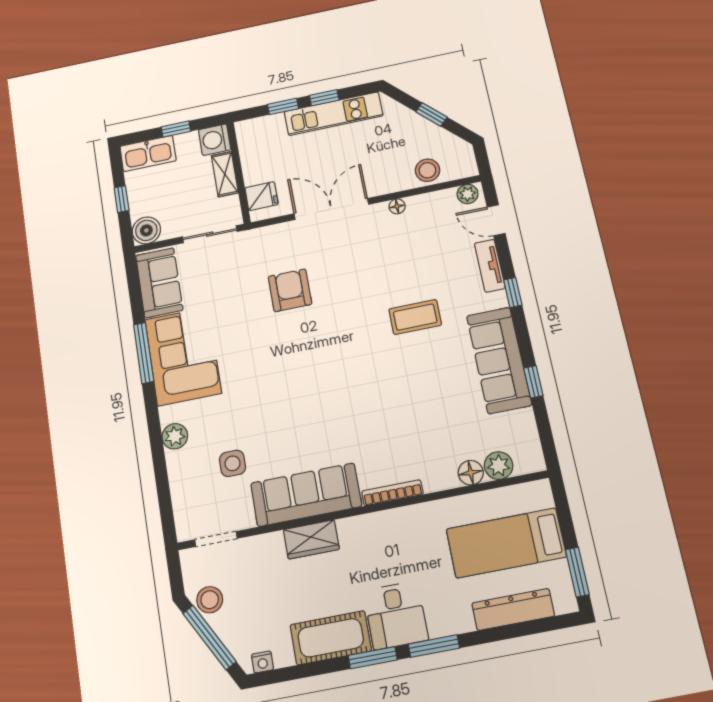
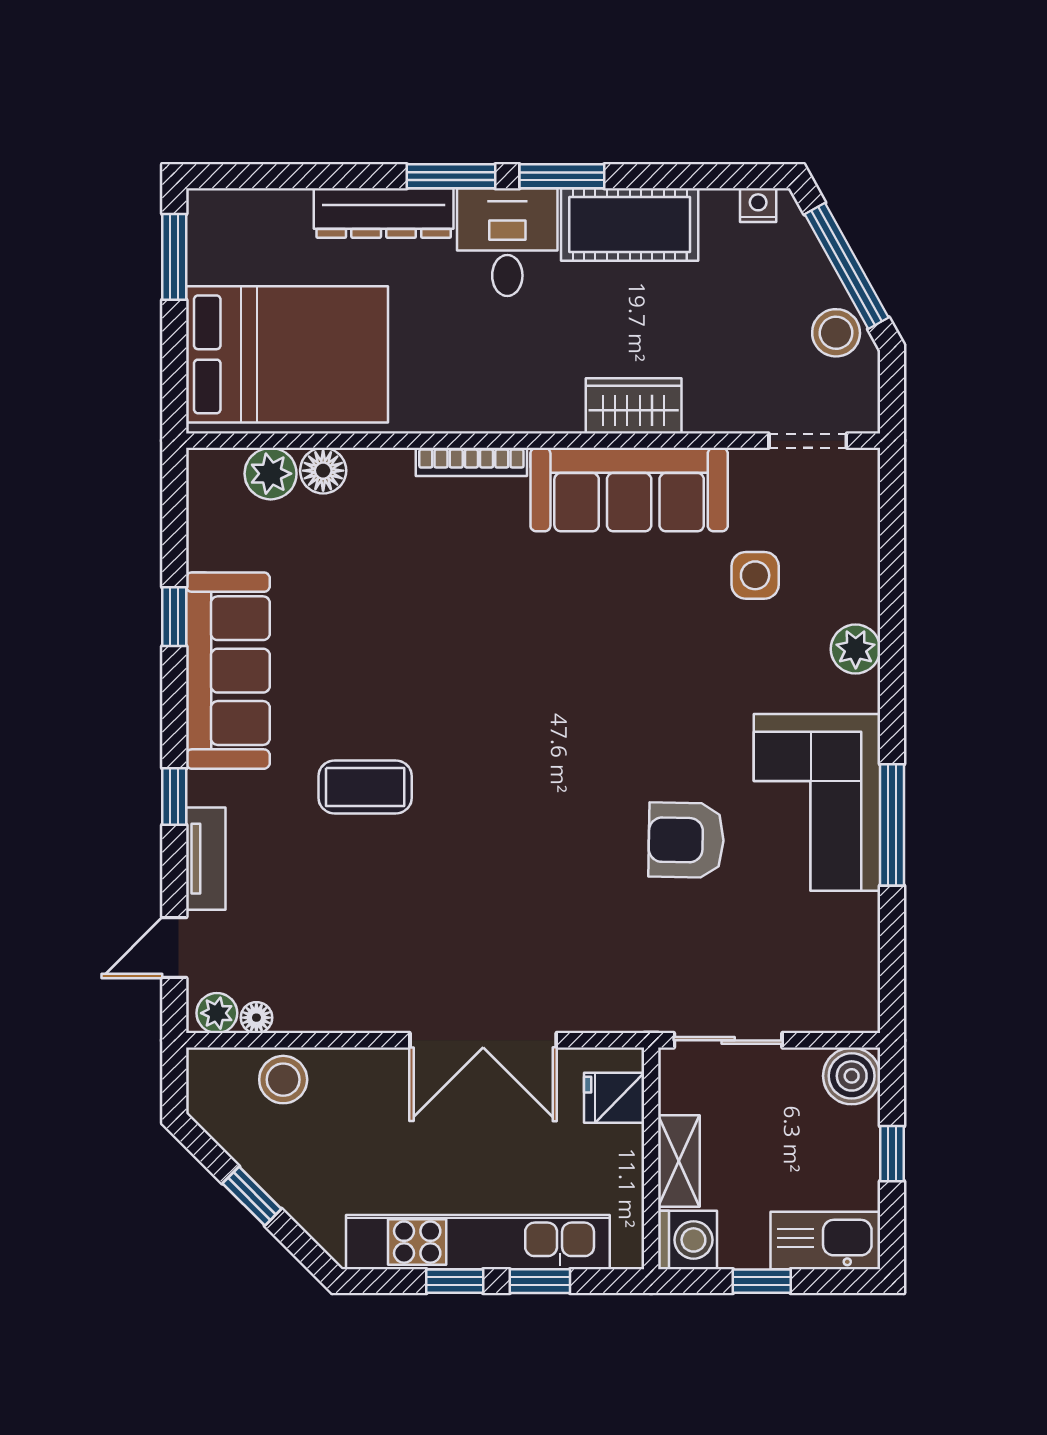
kitchen unit: (334, 114) -> (478, 1242), width x1.36
floor lamp: (397, 206) -> (256, 1018), moved
door: (496, 220) -> (174, 948), swing flipped
sofa: (159, 283) -> (842, 961), removed
armchair: (290, 290) -> (686, 840), moved, turned 91
bed: (506, 543) -> (287, 354), width x1.50
dresser: (513, 610) -> (384, 213), moved

